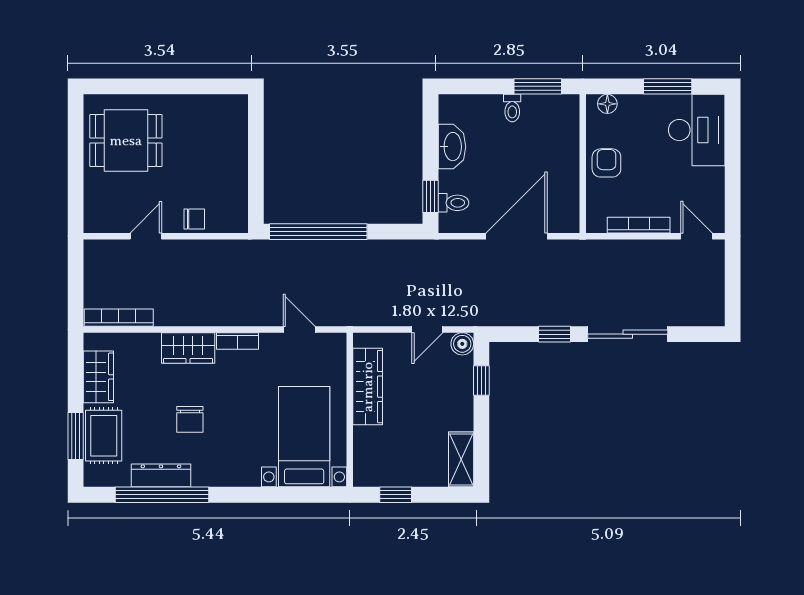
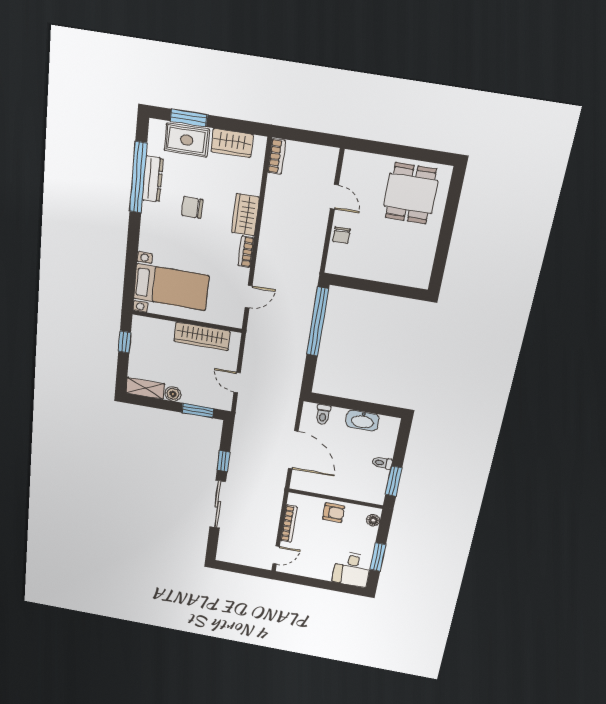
desk: (697, 130) -> (352, 569), width x0.73
window: (431, 196) -> (330, 401), removed
bookcase: (119, 318) -> (277, 156), width x0.64
boiler: (462, 344) -> (173, 394), moved
window: (481, 380) -> (198, 411), width x1.50

